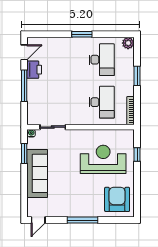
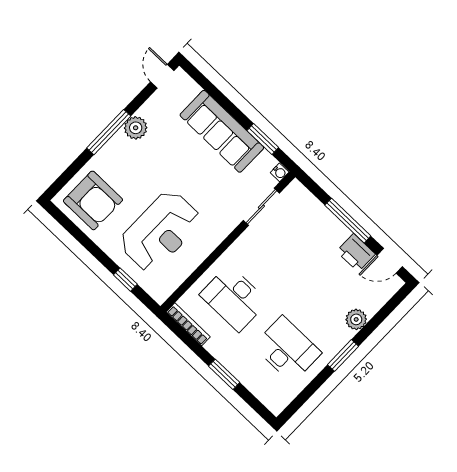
plant: (128, 43) -> (356, 319), moved
door: (24, 52) -> (390, 261), hinge flipped
desk: (102, 60) -> (287, 349), turned 180
plant: (70, 211) -> (136, 128), added

